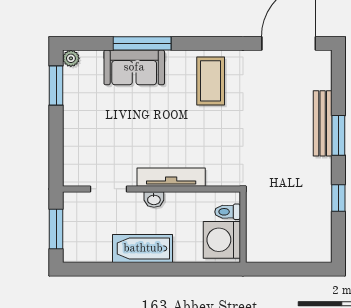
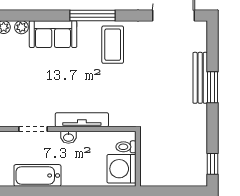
window: (142, 43) -> (93, 15), moved
plant: (94, 59) -> (21, 27), added
window: (338, 198) -> (212, 164), moved
bathtub: (143, 248) -> (37, 175), moved

